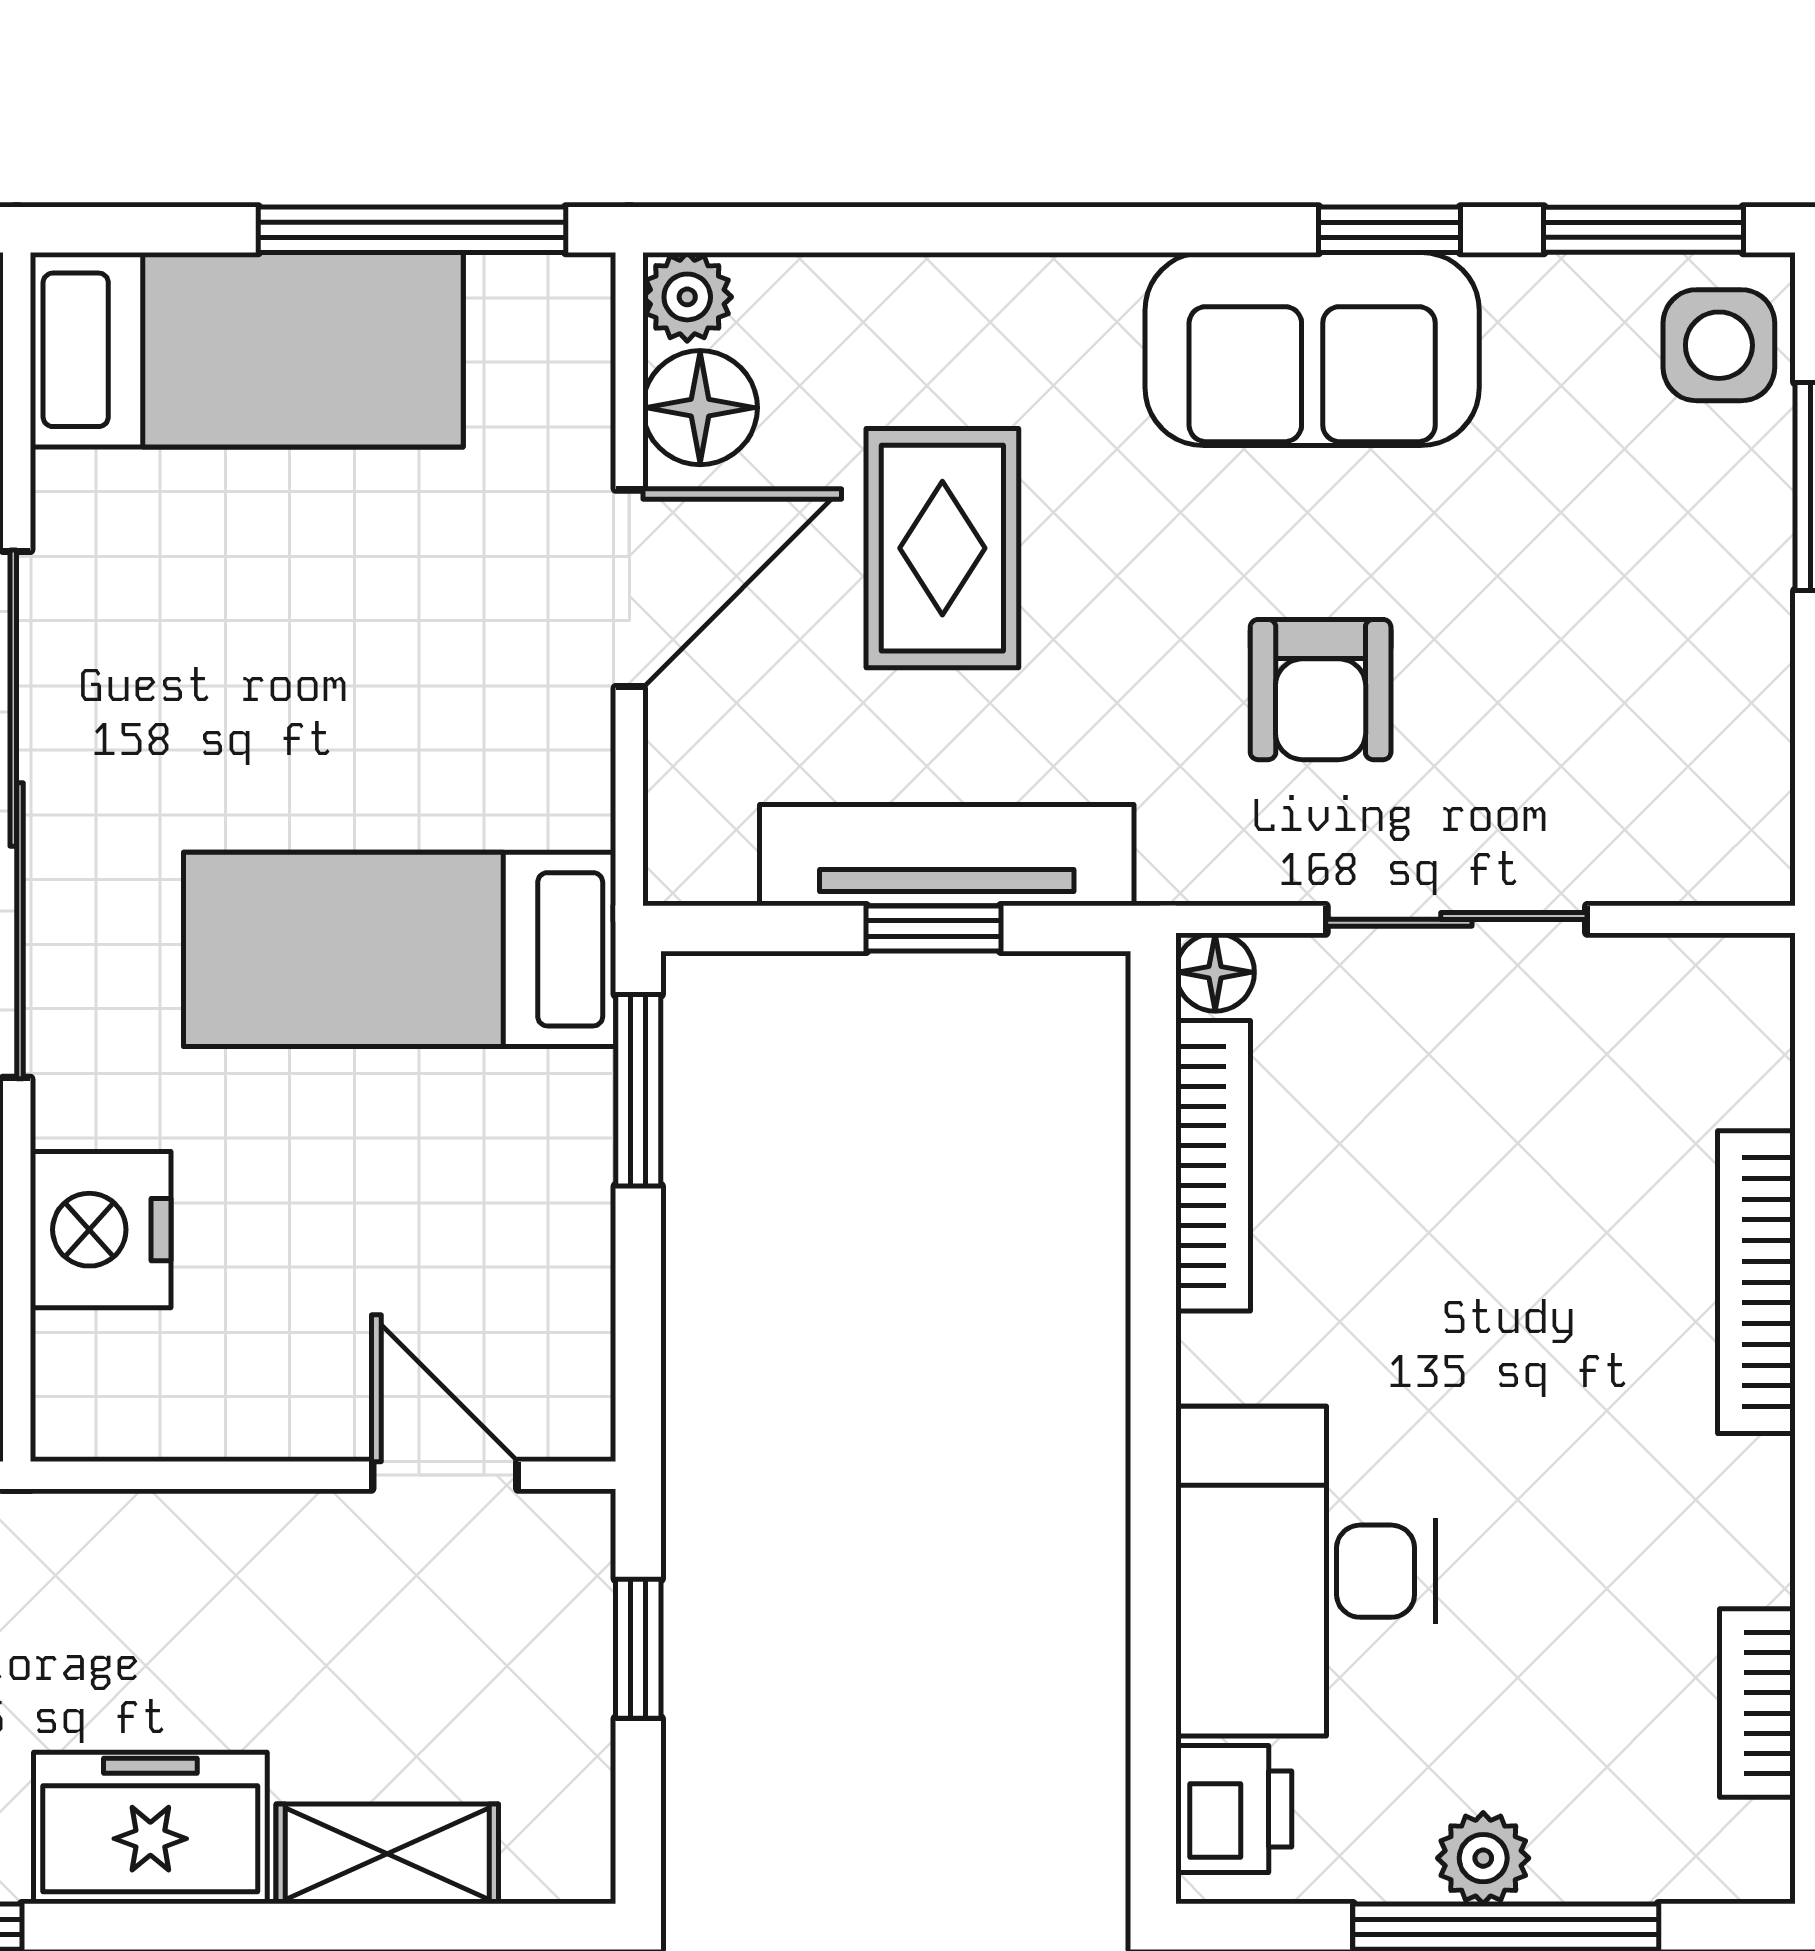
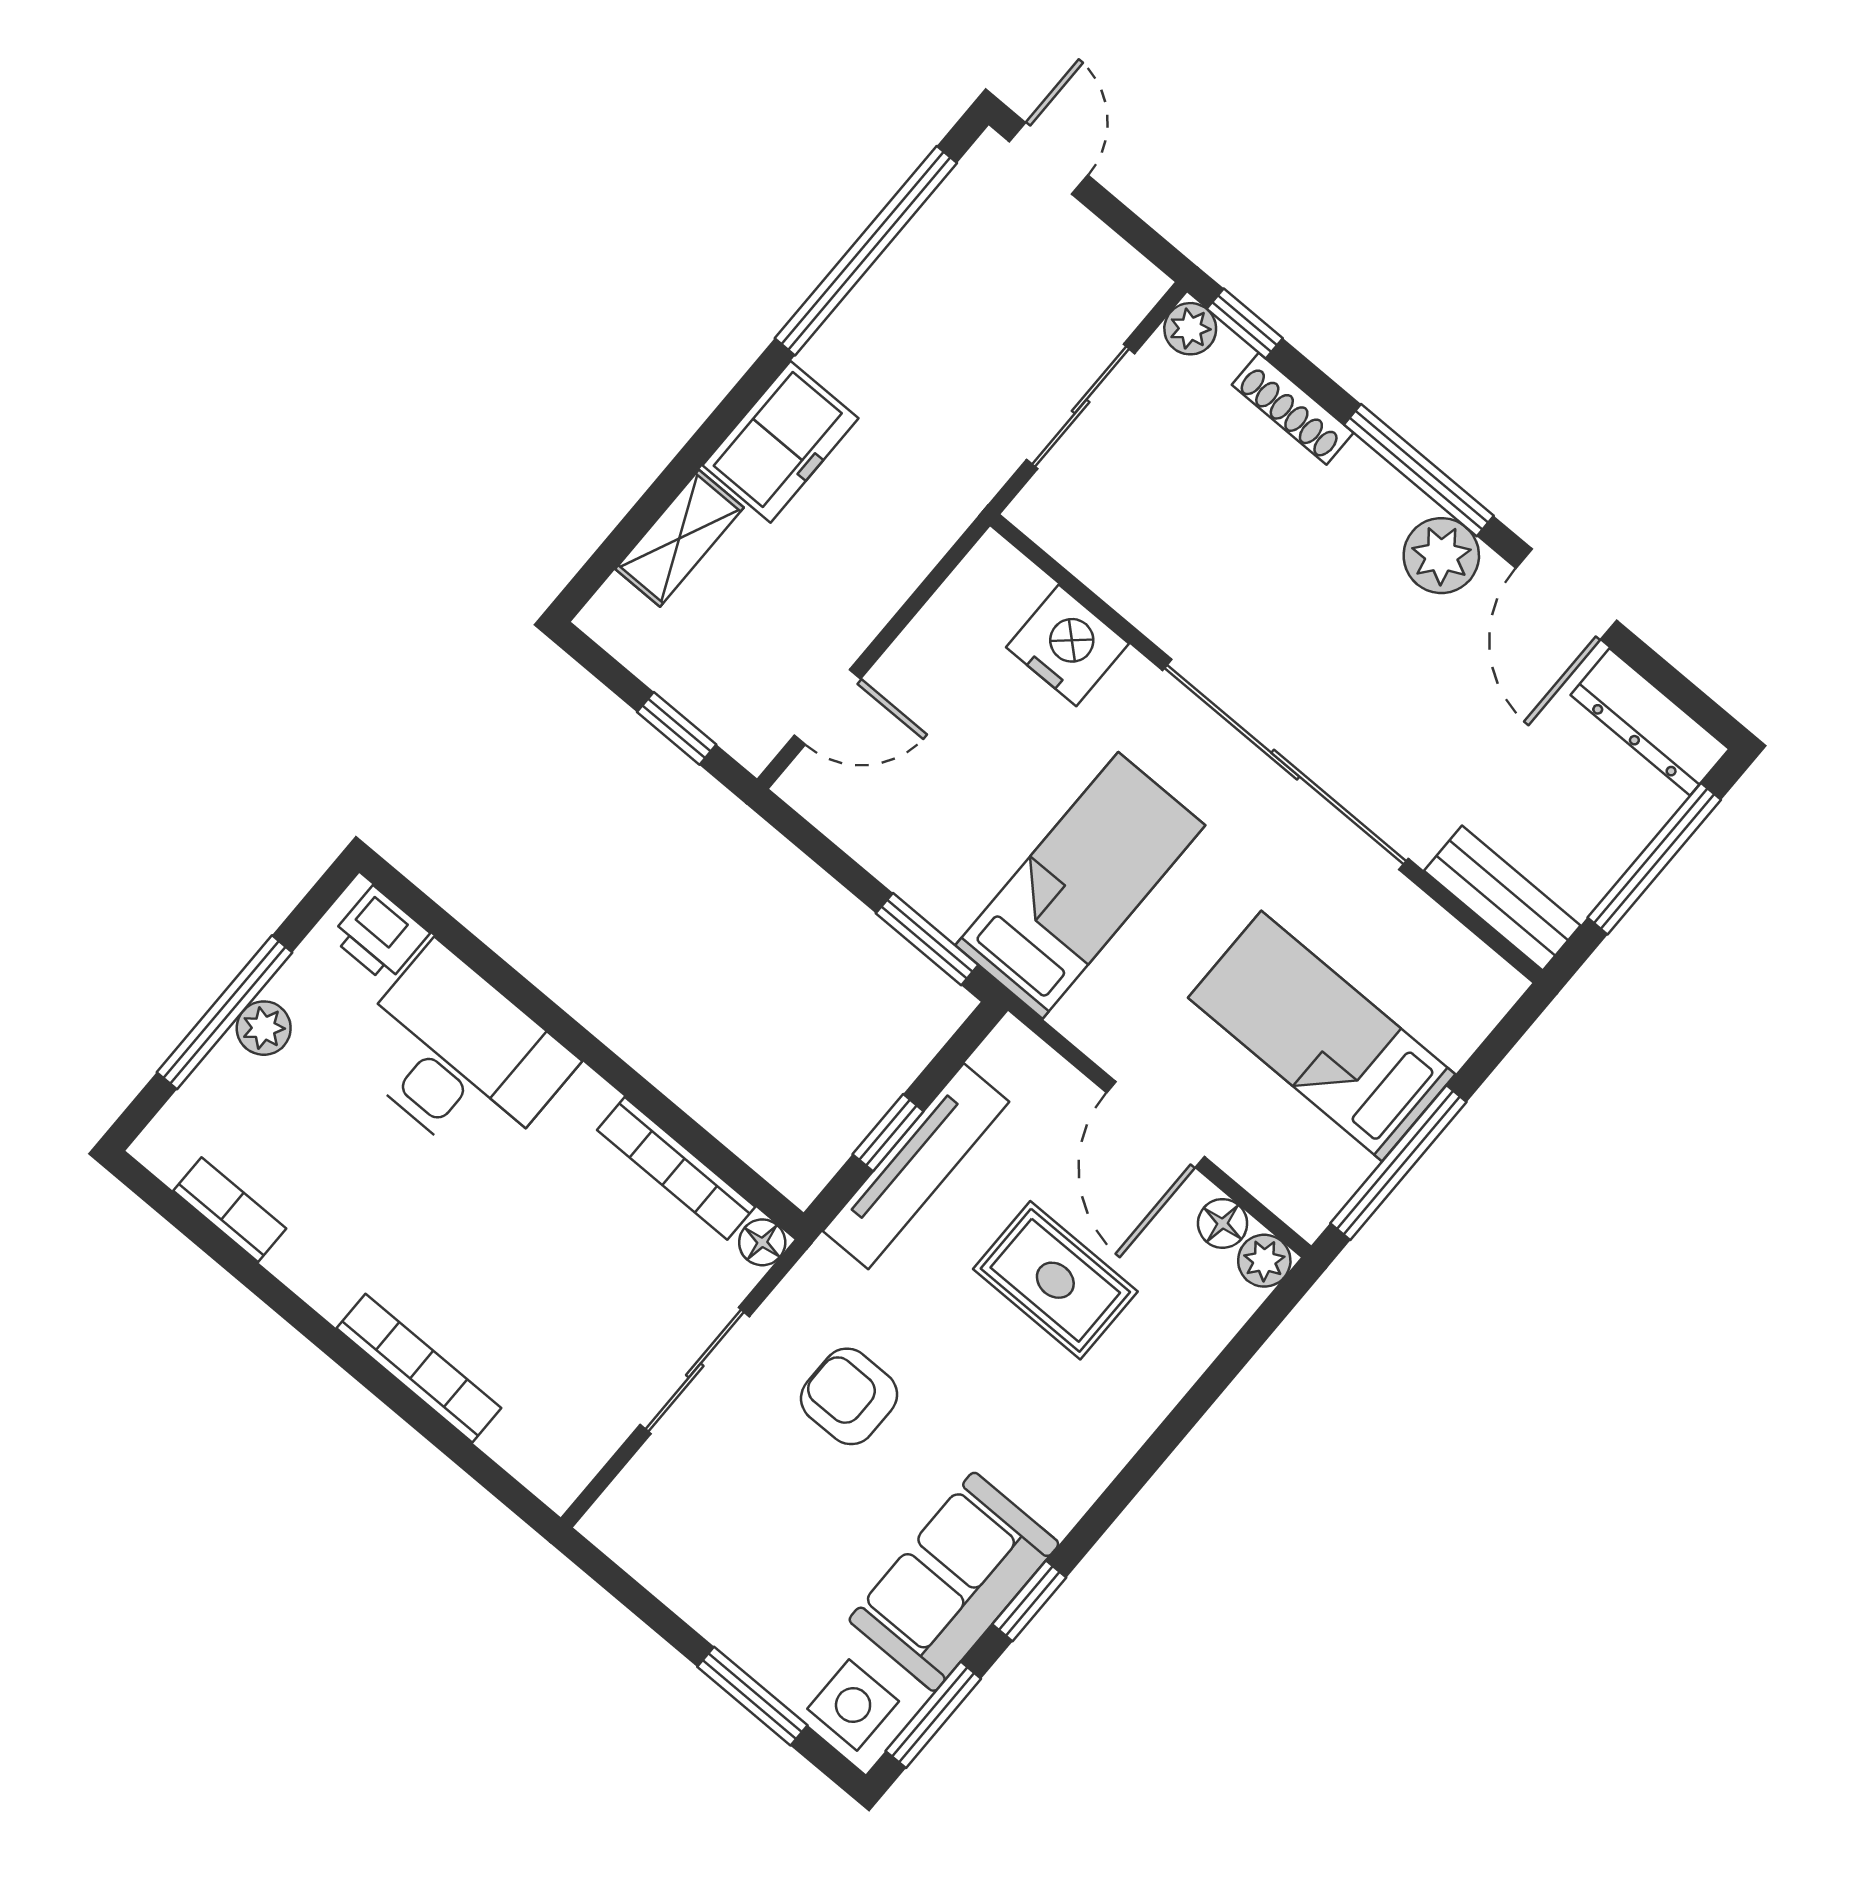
sofa: (1312, 349) -> (954, 1582), moved
bed: (247, 350) -> (1322, 1036), moved, turned 90
floor lamp: (700, 408) -> (1223, 1223), width x0.73, depth x0.73

